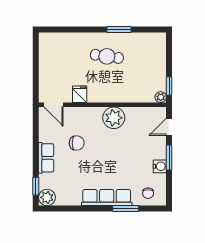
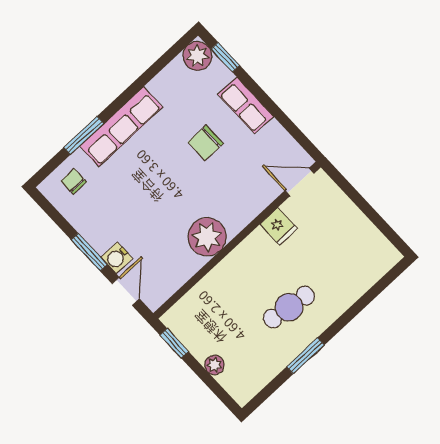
plant: (161, 97) -> (214, 365), moved
chair: (77, 143) -> (206, 143), moved
water cooler: (160, 166) -> (117, 258), moved

